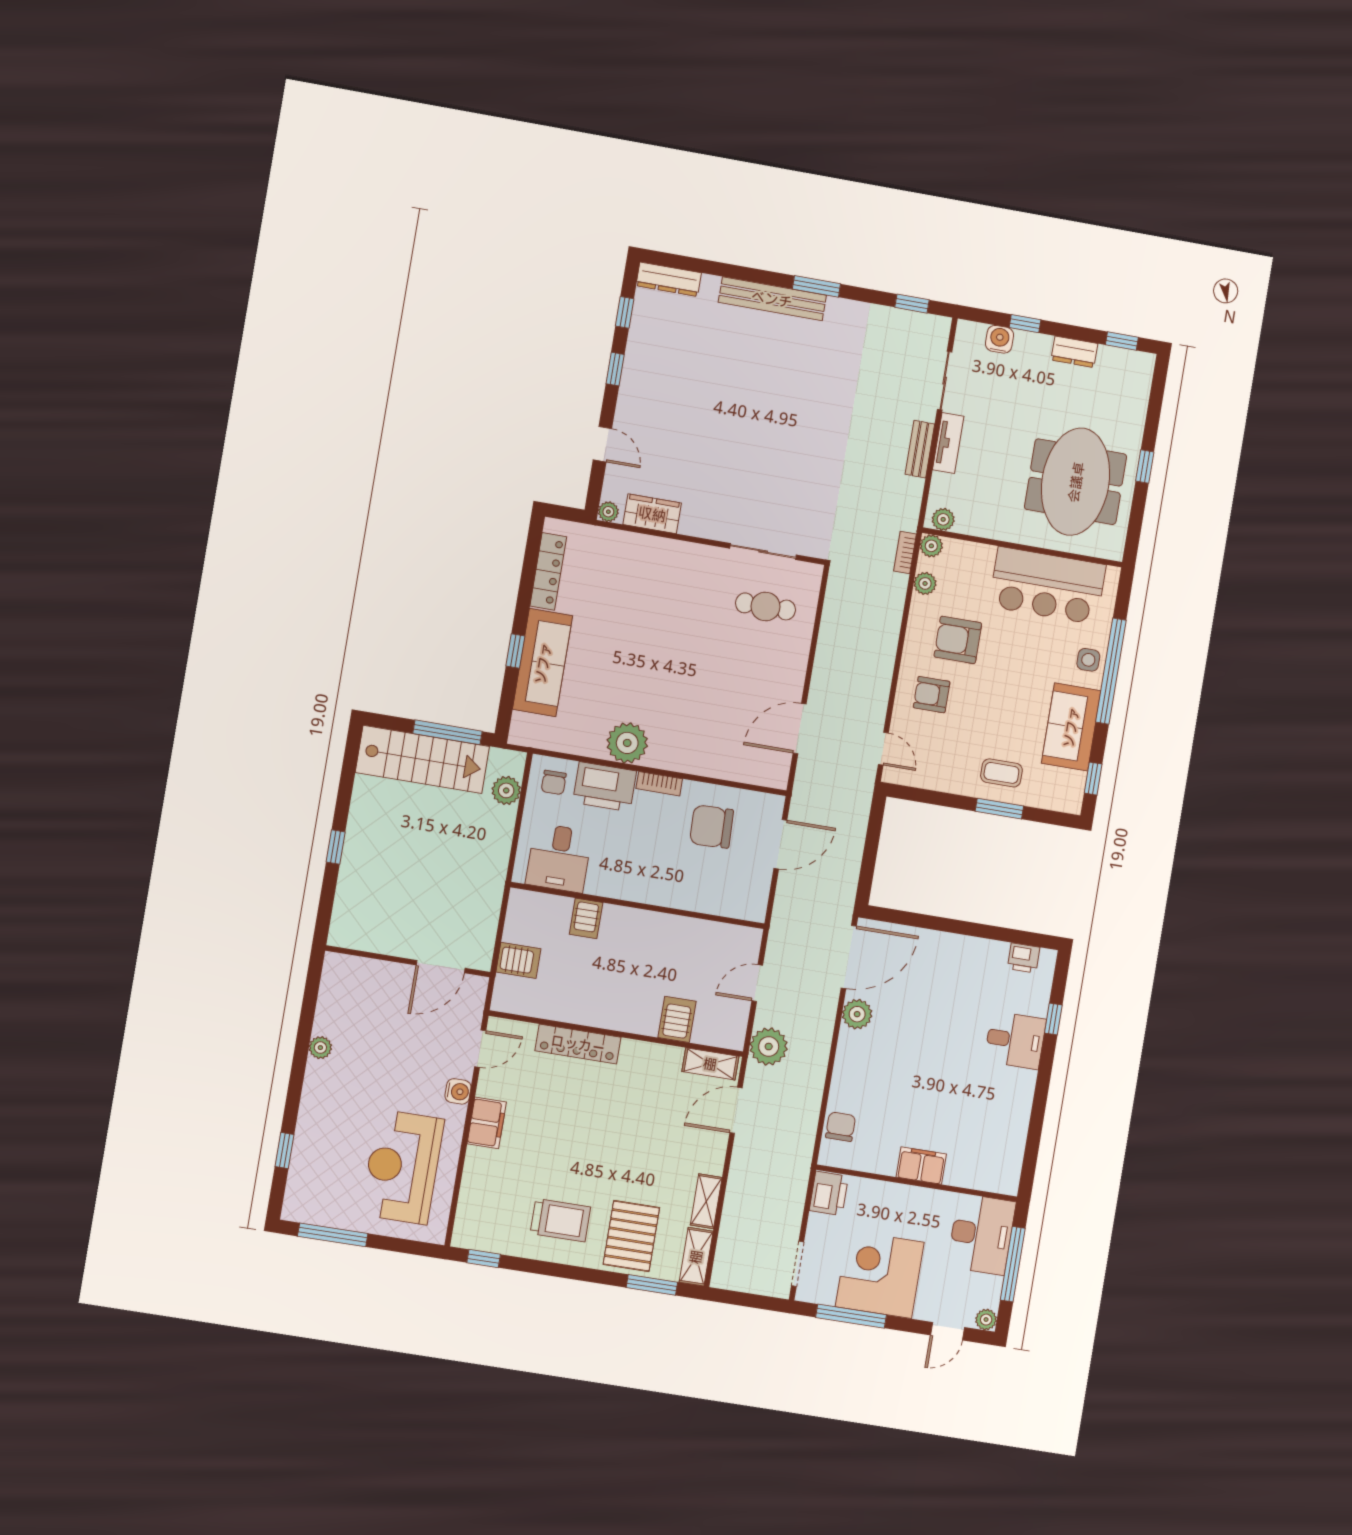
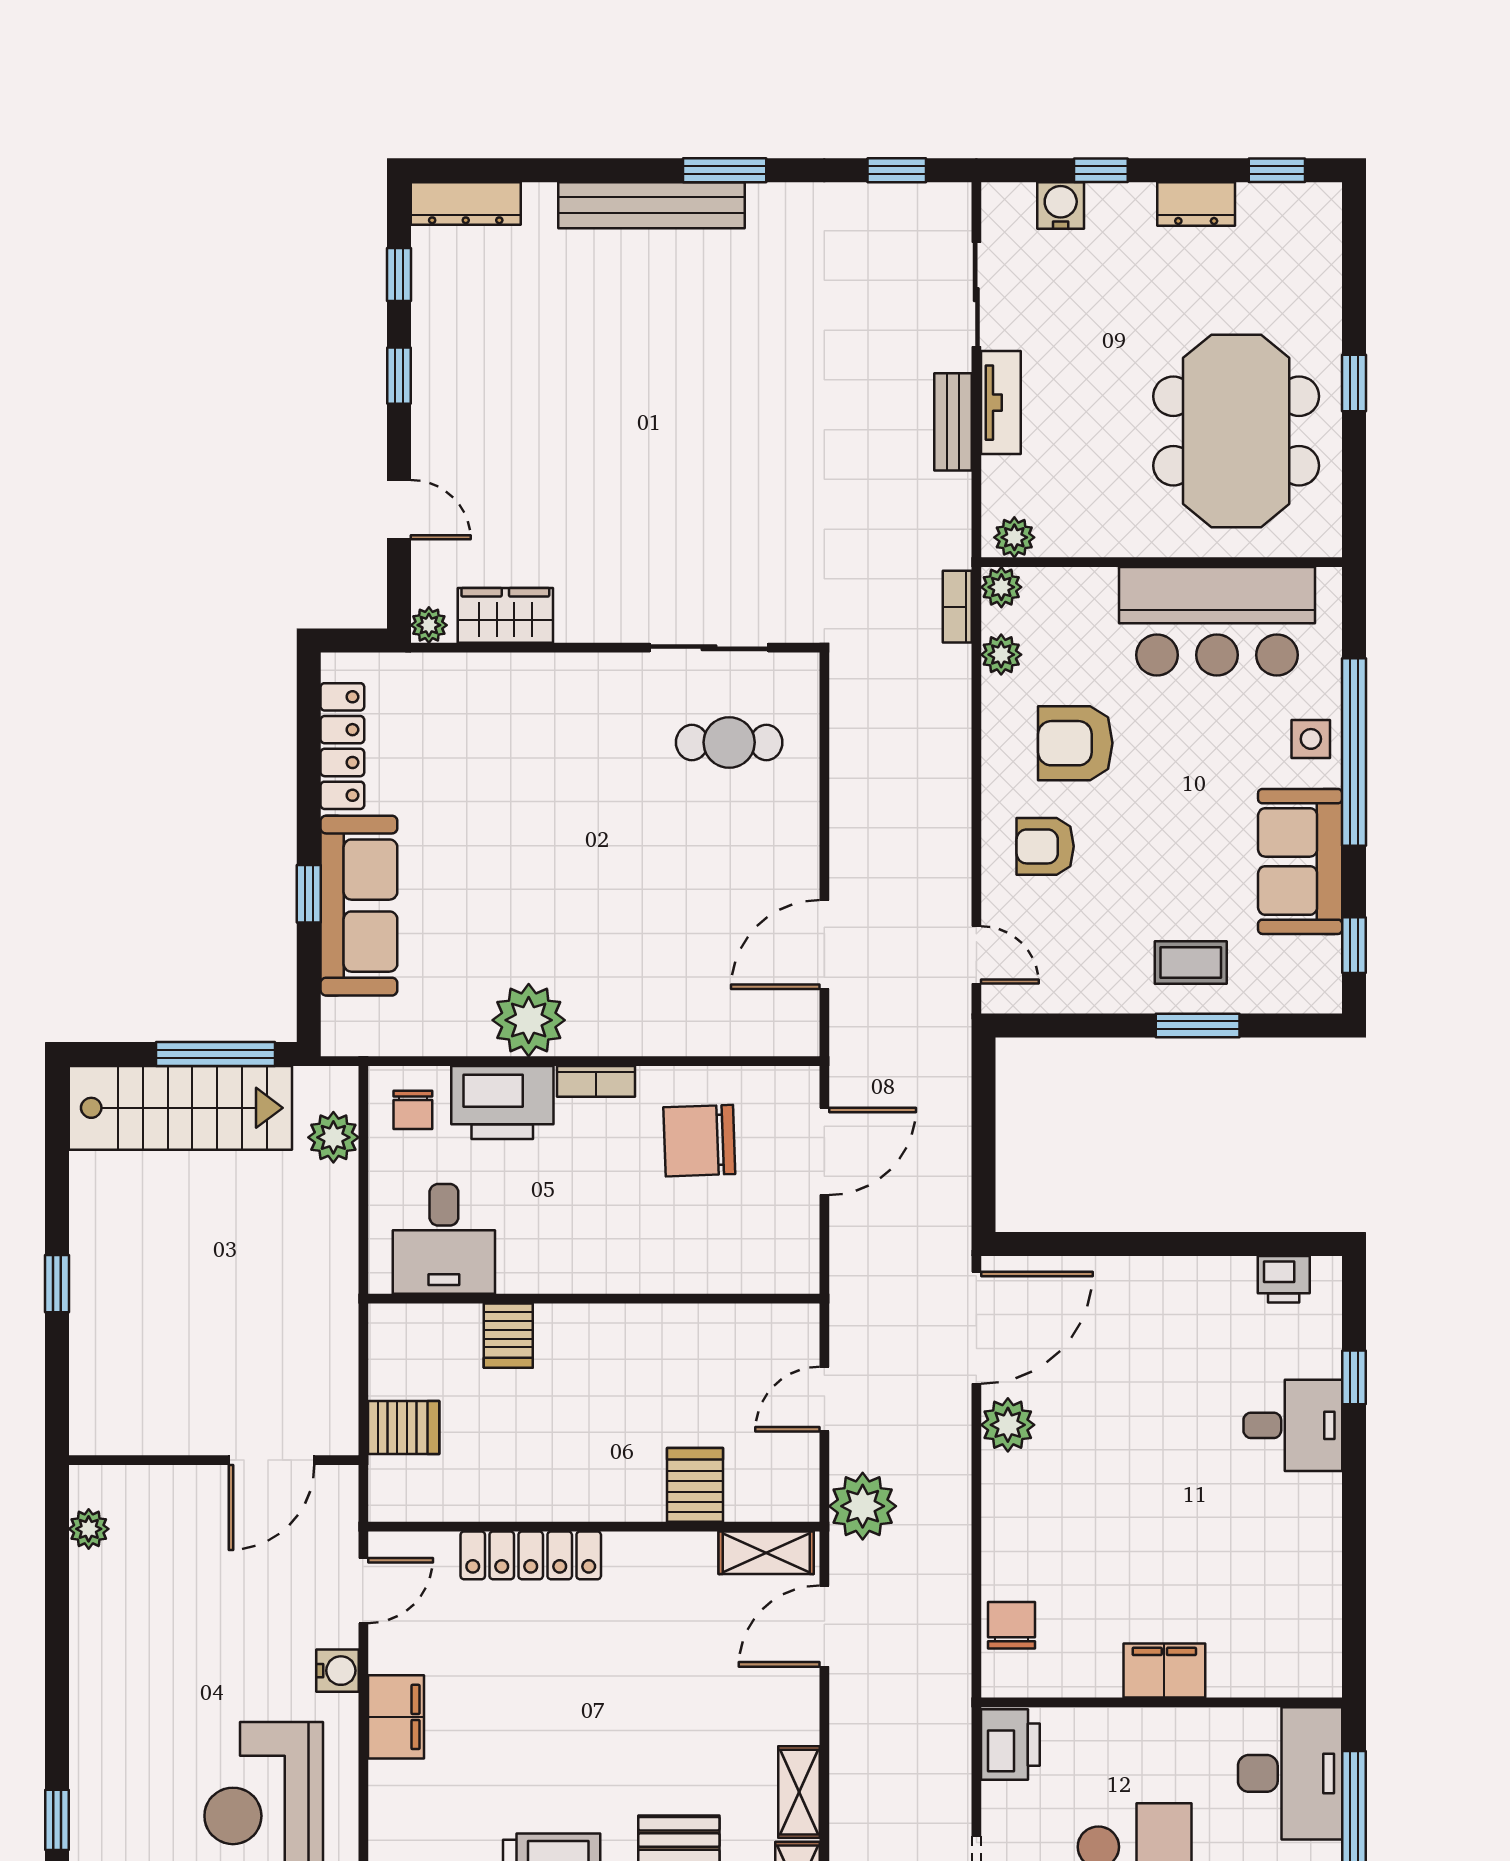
plant: (320, 1048) -> (89, 1529), moved

